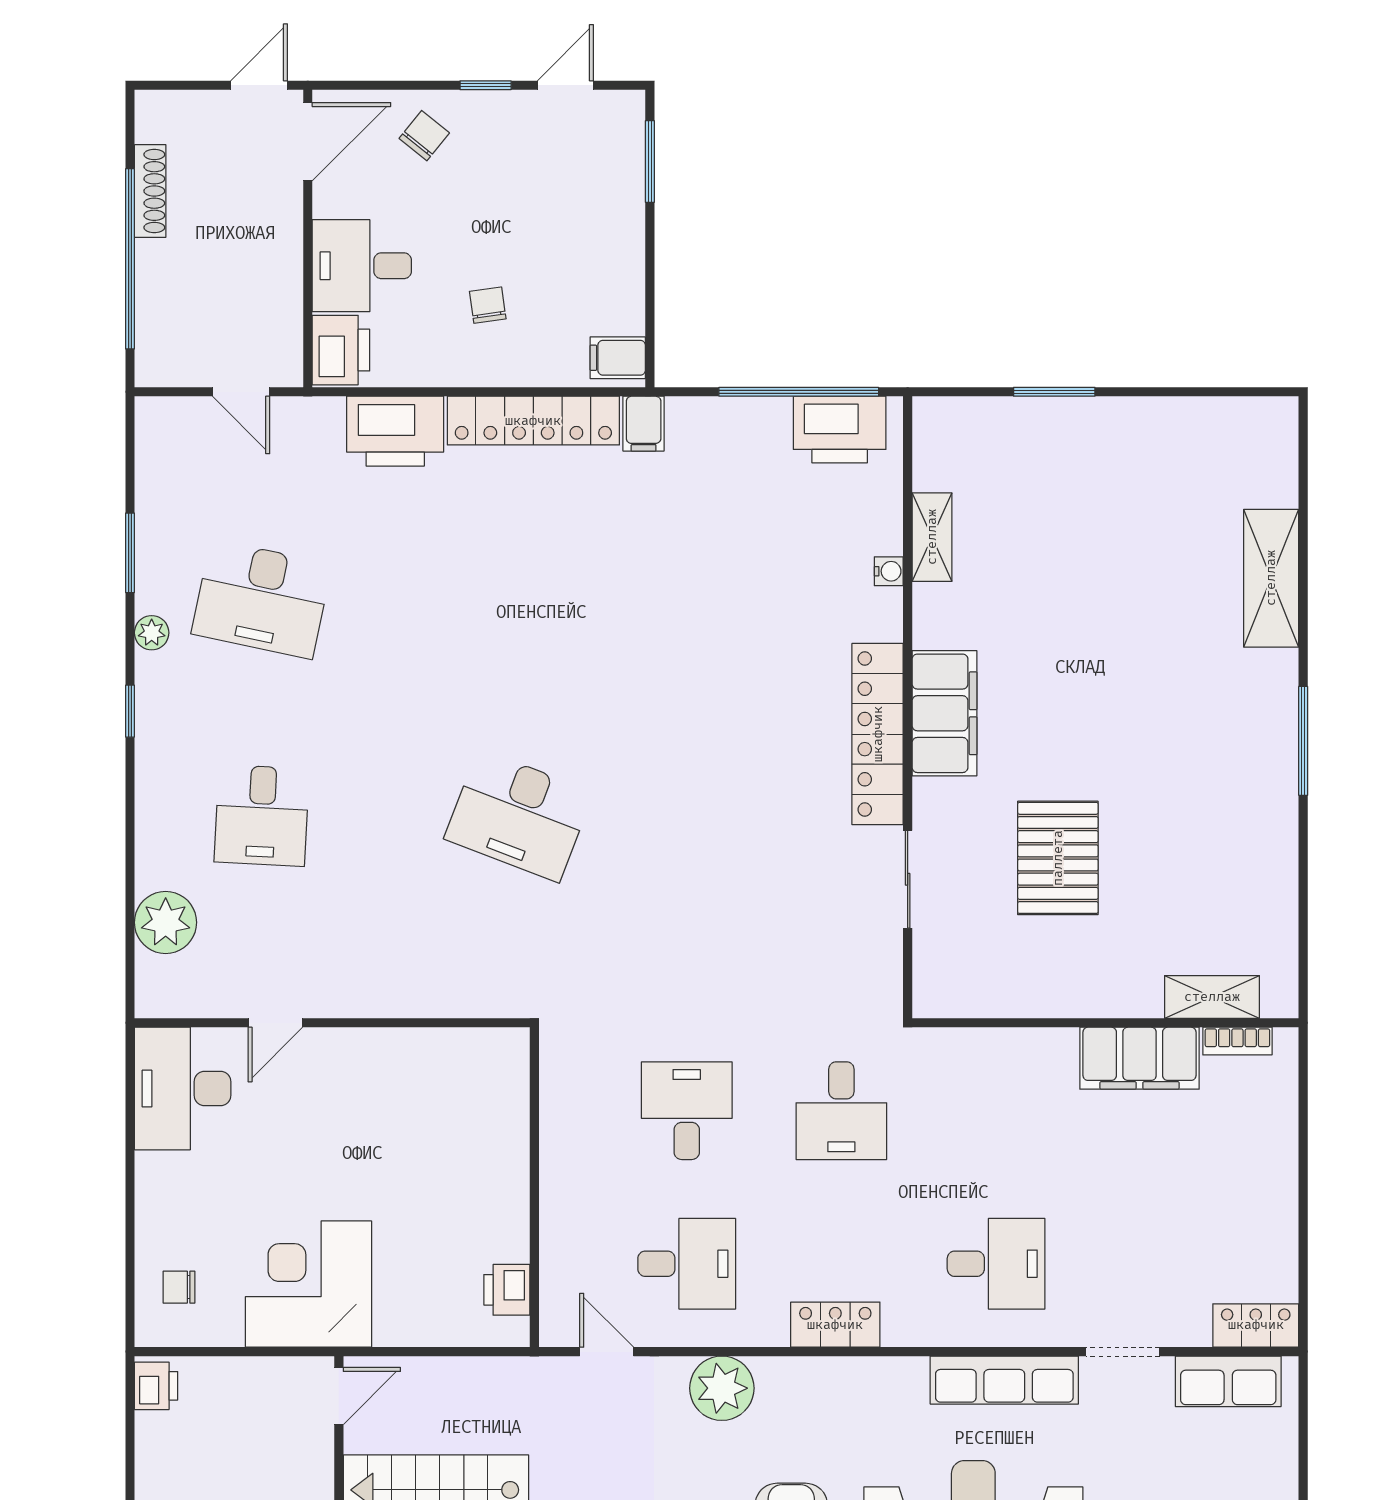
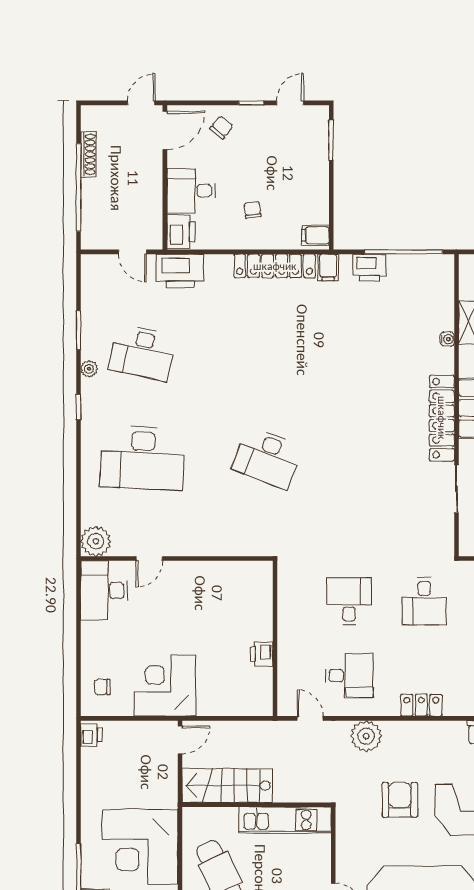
printer: (840, 430) -> (369, 268), moved, width x0.73, depth x0.84
printer: (395, 431) -> (180, 271), moved
desk: (262, 816) -> (142, 458), width x1.87, depth x1.30
plant: (166, 922) -> (96, 541), moved
printer: (507, 1290) -> (262, 654), moved

